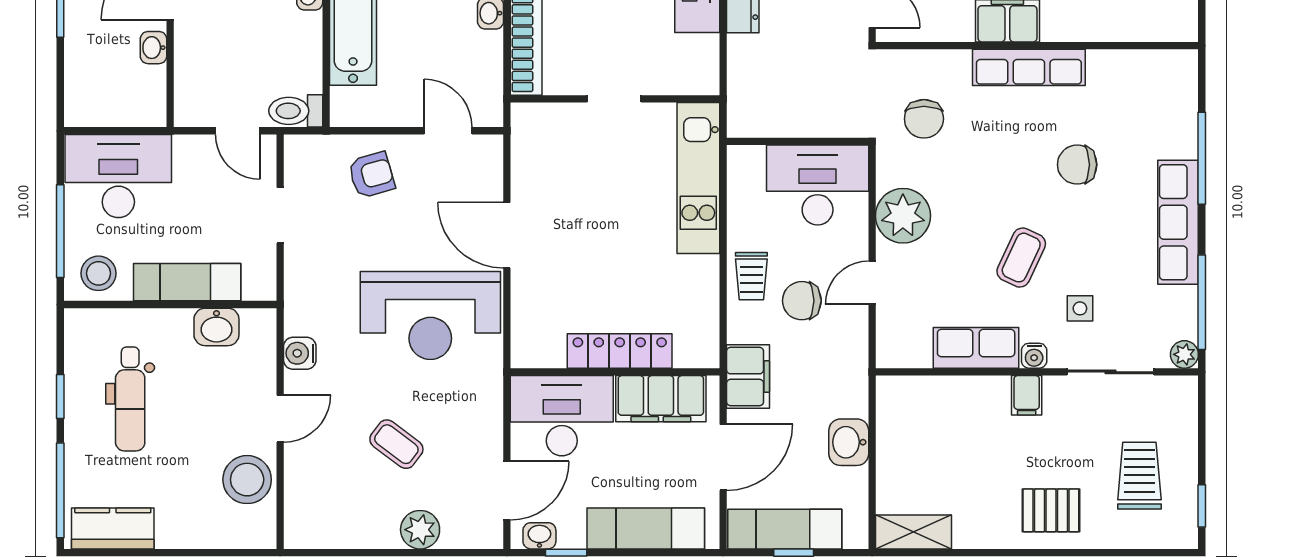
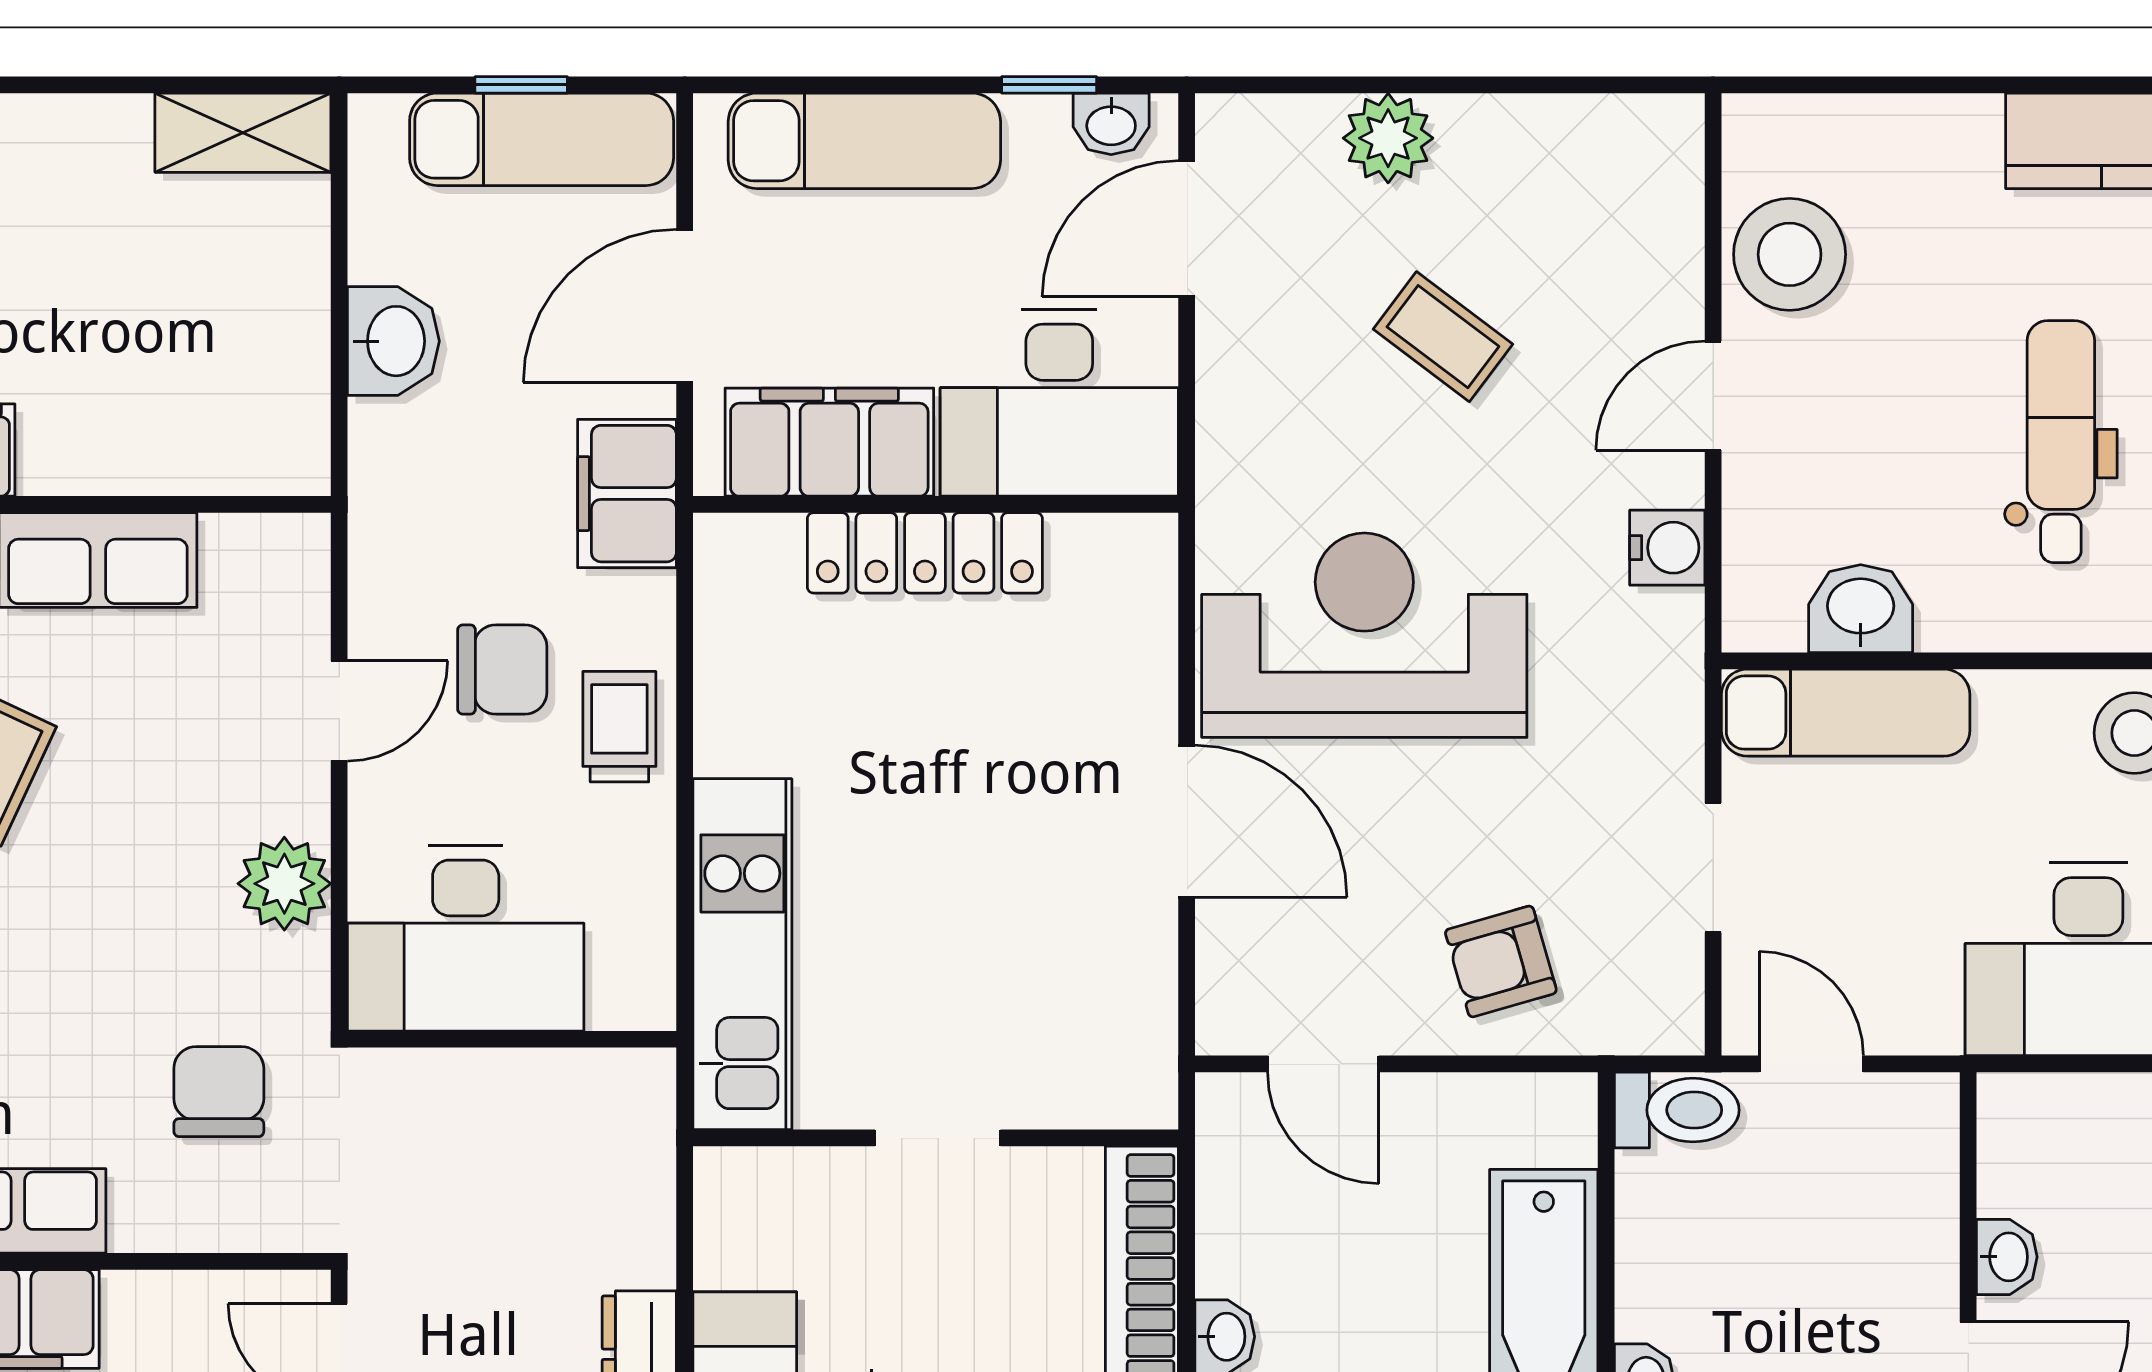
plant: (903, 216) -> (284, 884), width x0.73, depth x0.73
exam couch: (187, 282) -> (1846, 713), moved

